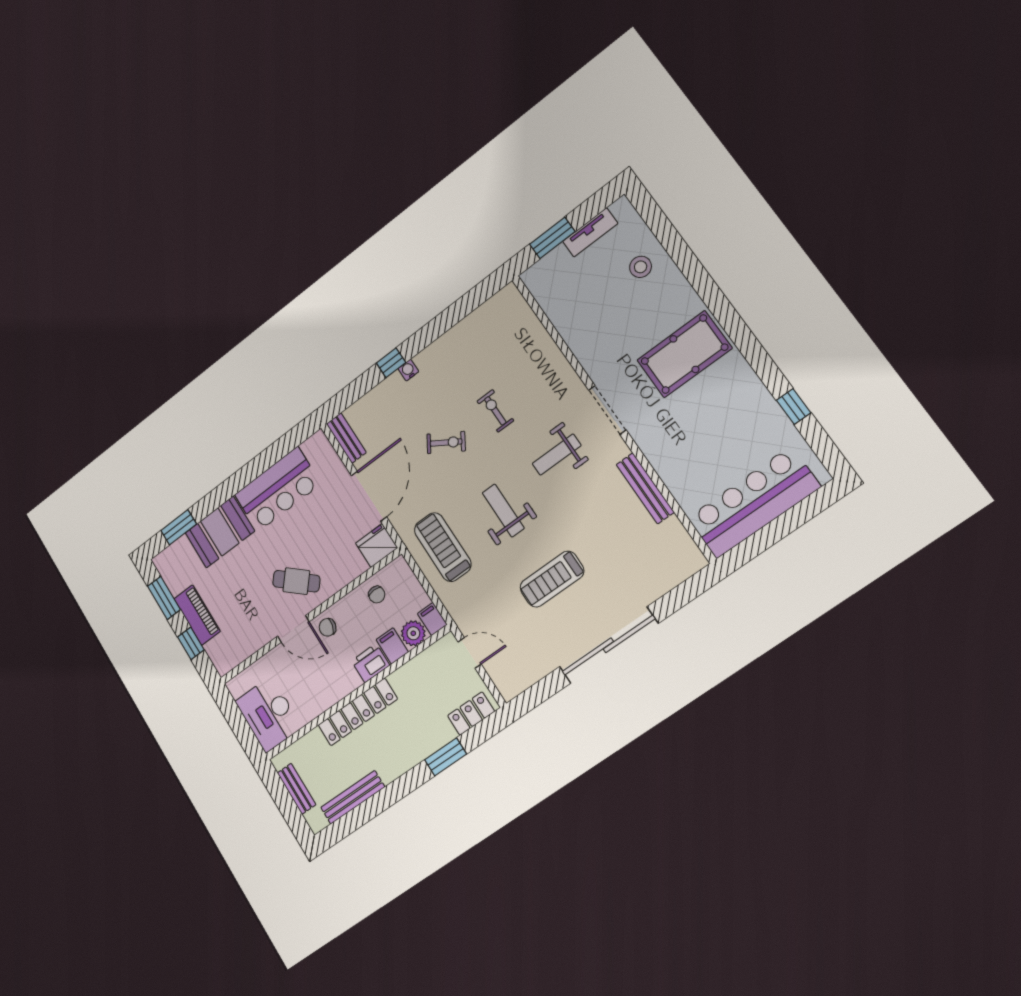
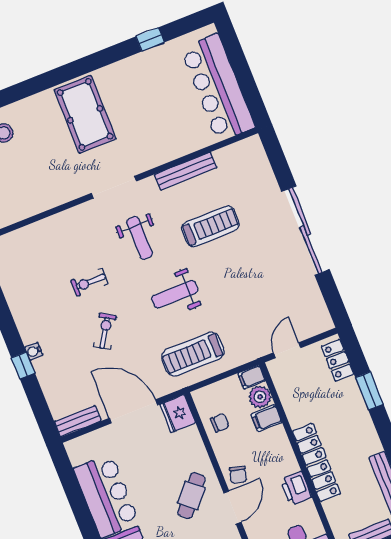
treadmill: (552, 579) -> (210, 226), moved, turned -90
printer: (370, 663) -> (296, 489), moved

